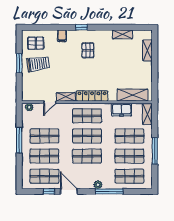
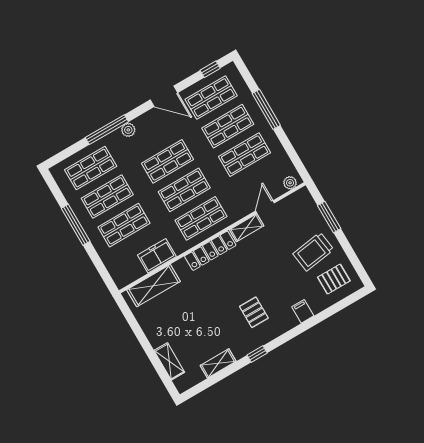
window: (82, 27) -> (257, 354), moved
window: (19, 63) -> (329, 217), moved
shelving: (147, 114) -> (117, 271), removed
window: (19, 140) -> (266, 109), moved
window: (49, 191) -> (210, 69), moved

